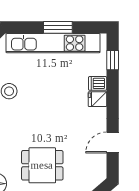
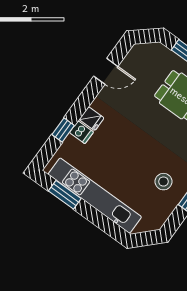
window: (58, 27) -> (65, 195), moved
window: (113, 60) -> (63, 130), moved

